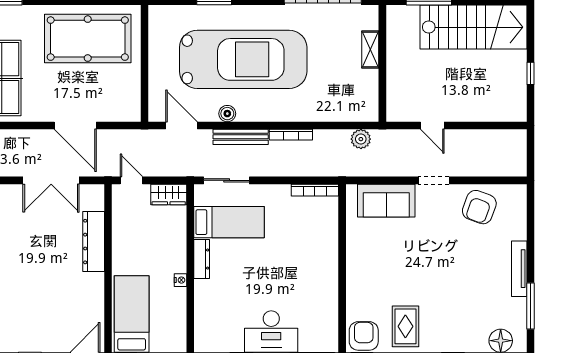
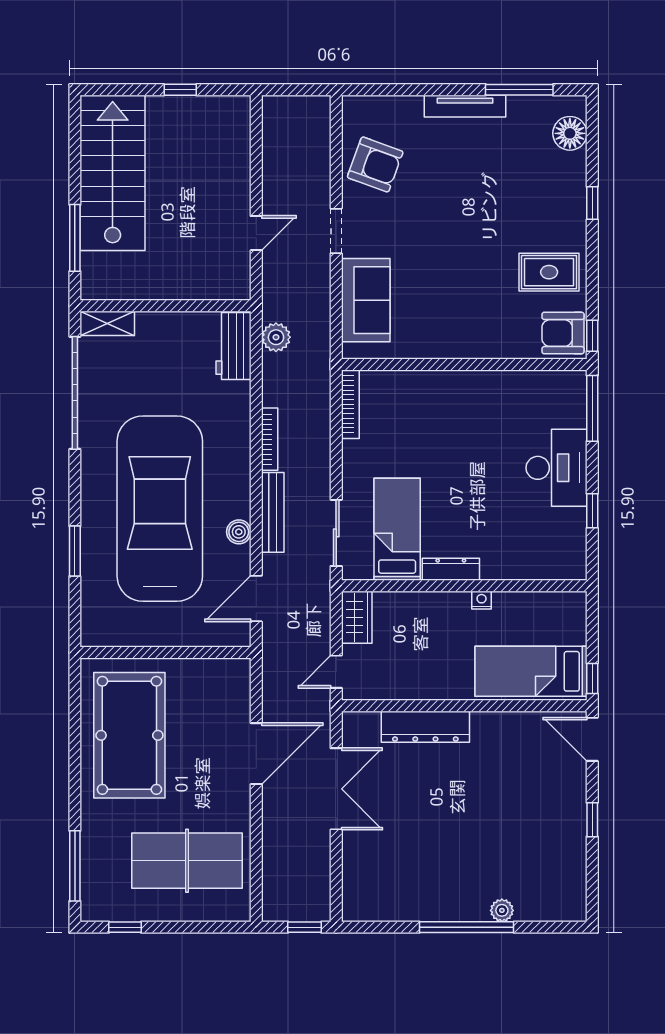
shelving: (370, 50) -> (107, 323), moved
workbench: (355, 110) -> (233, 346), added

